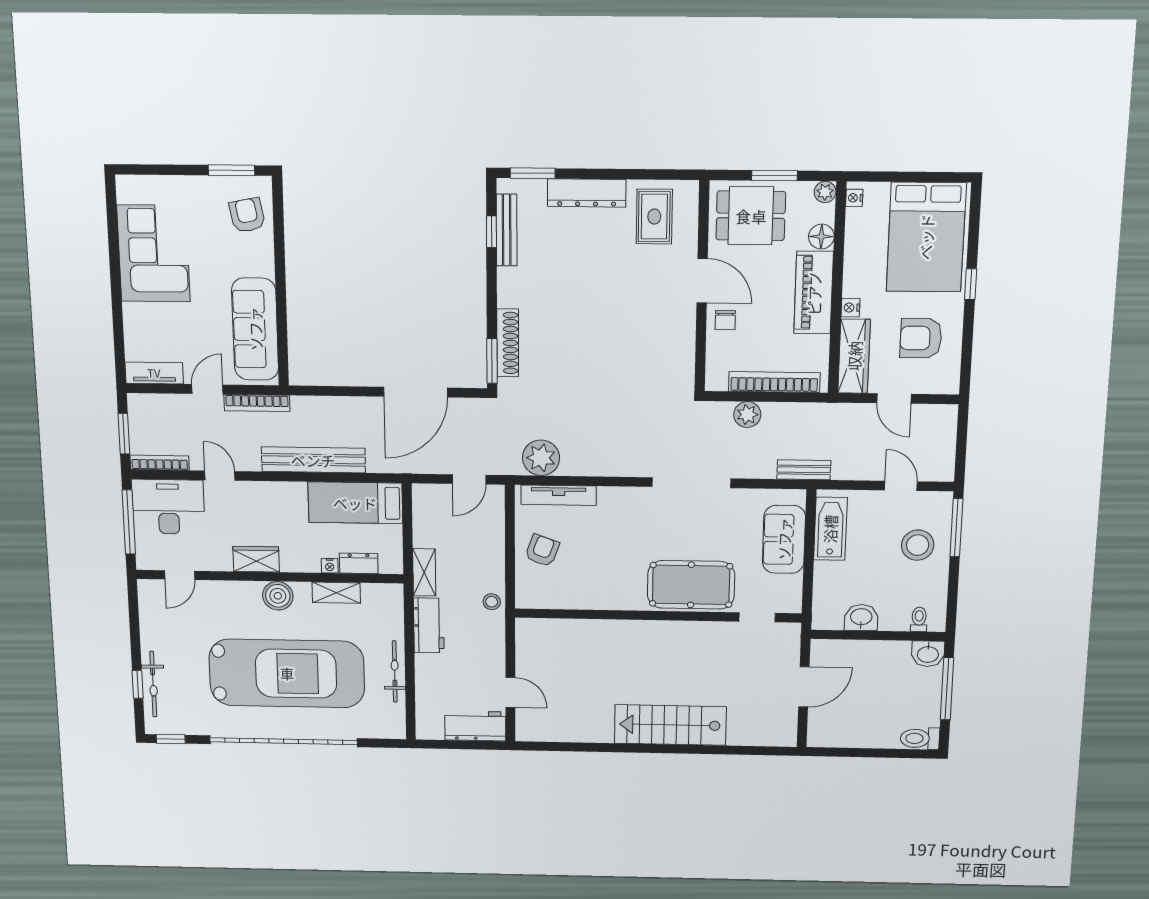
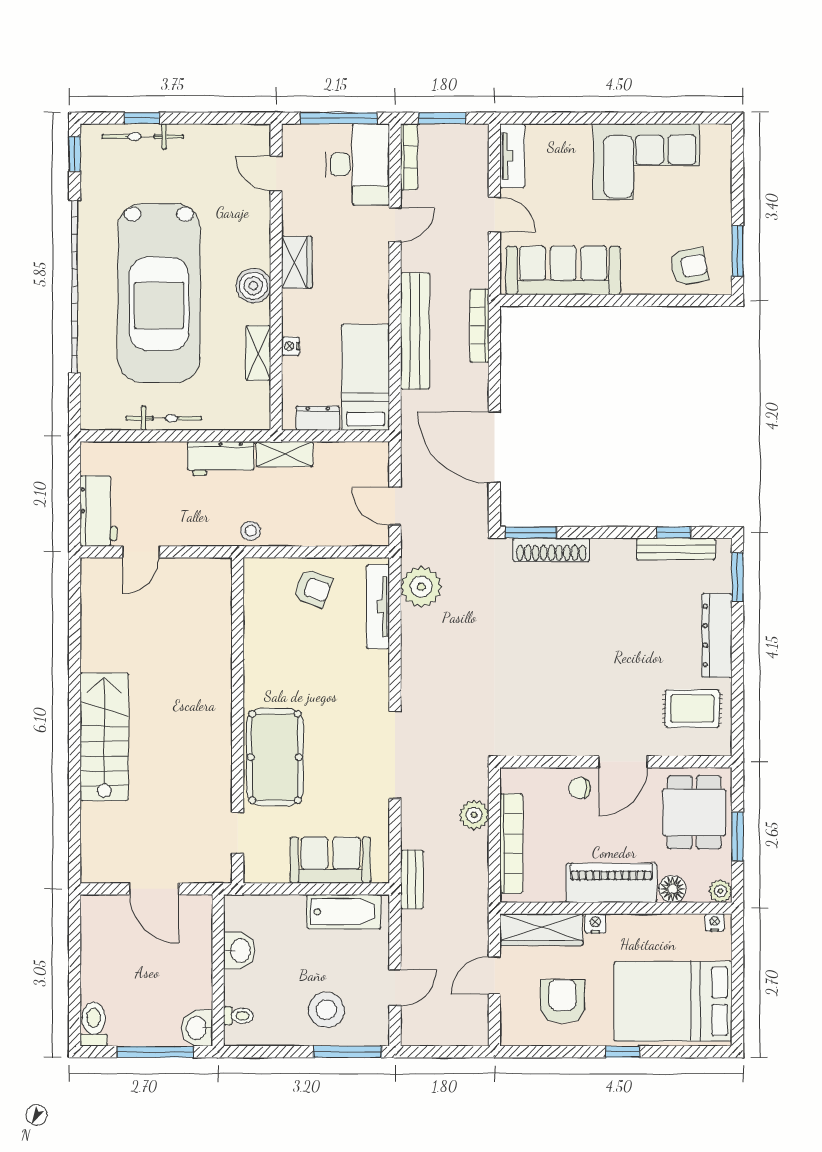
bookcase: (257, 403) -> (480, 326), moved
dresser: (359, 563) -> (318, 418), moved, turned -90

